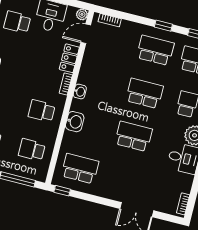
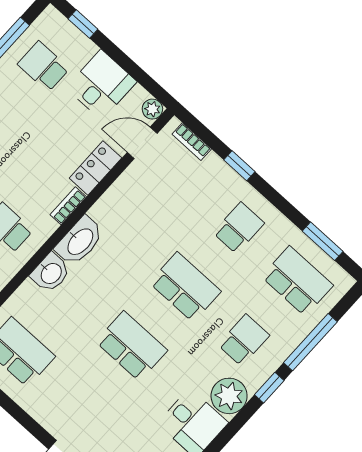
window: (163, 26) -> (239, 166), moved
school desk: (155, 50) -> (239, 228), width x0.54
washbasin: (80, 92) -> (80, 241), width x1.91, depth x1.45

